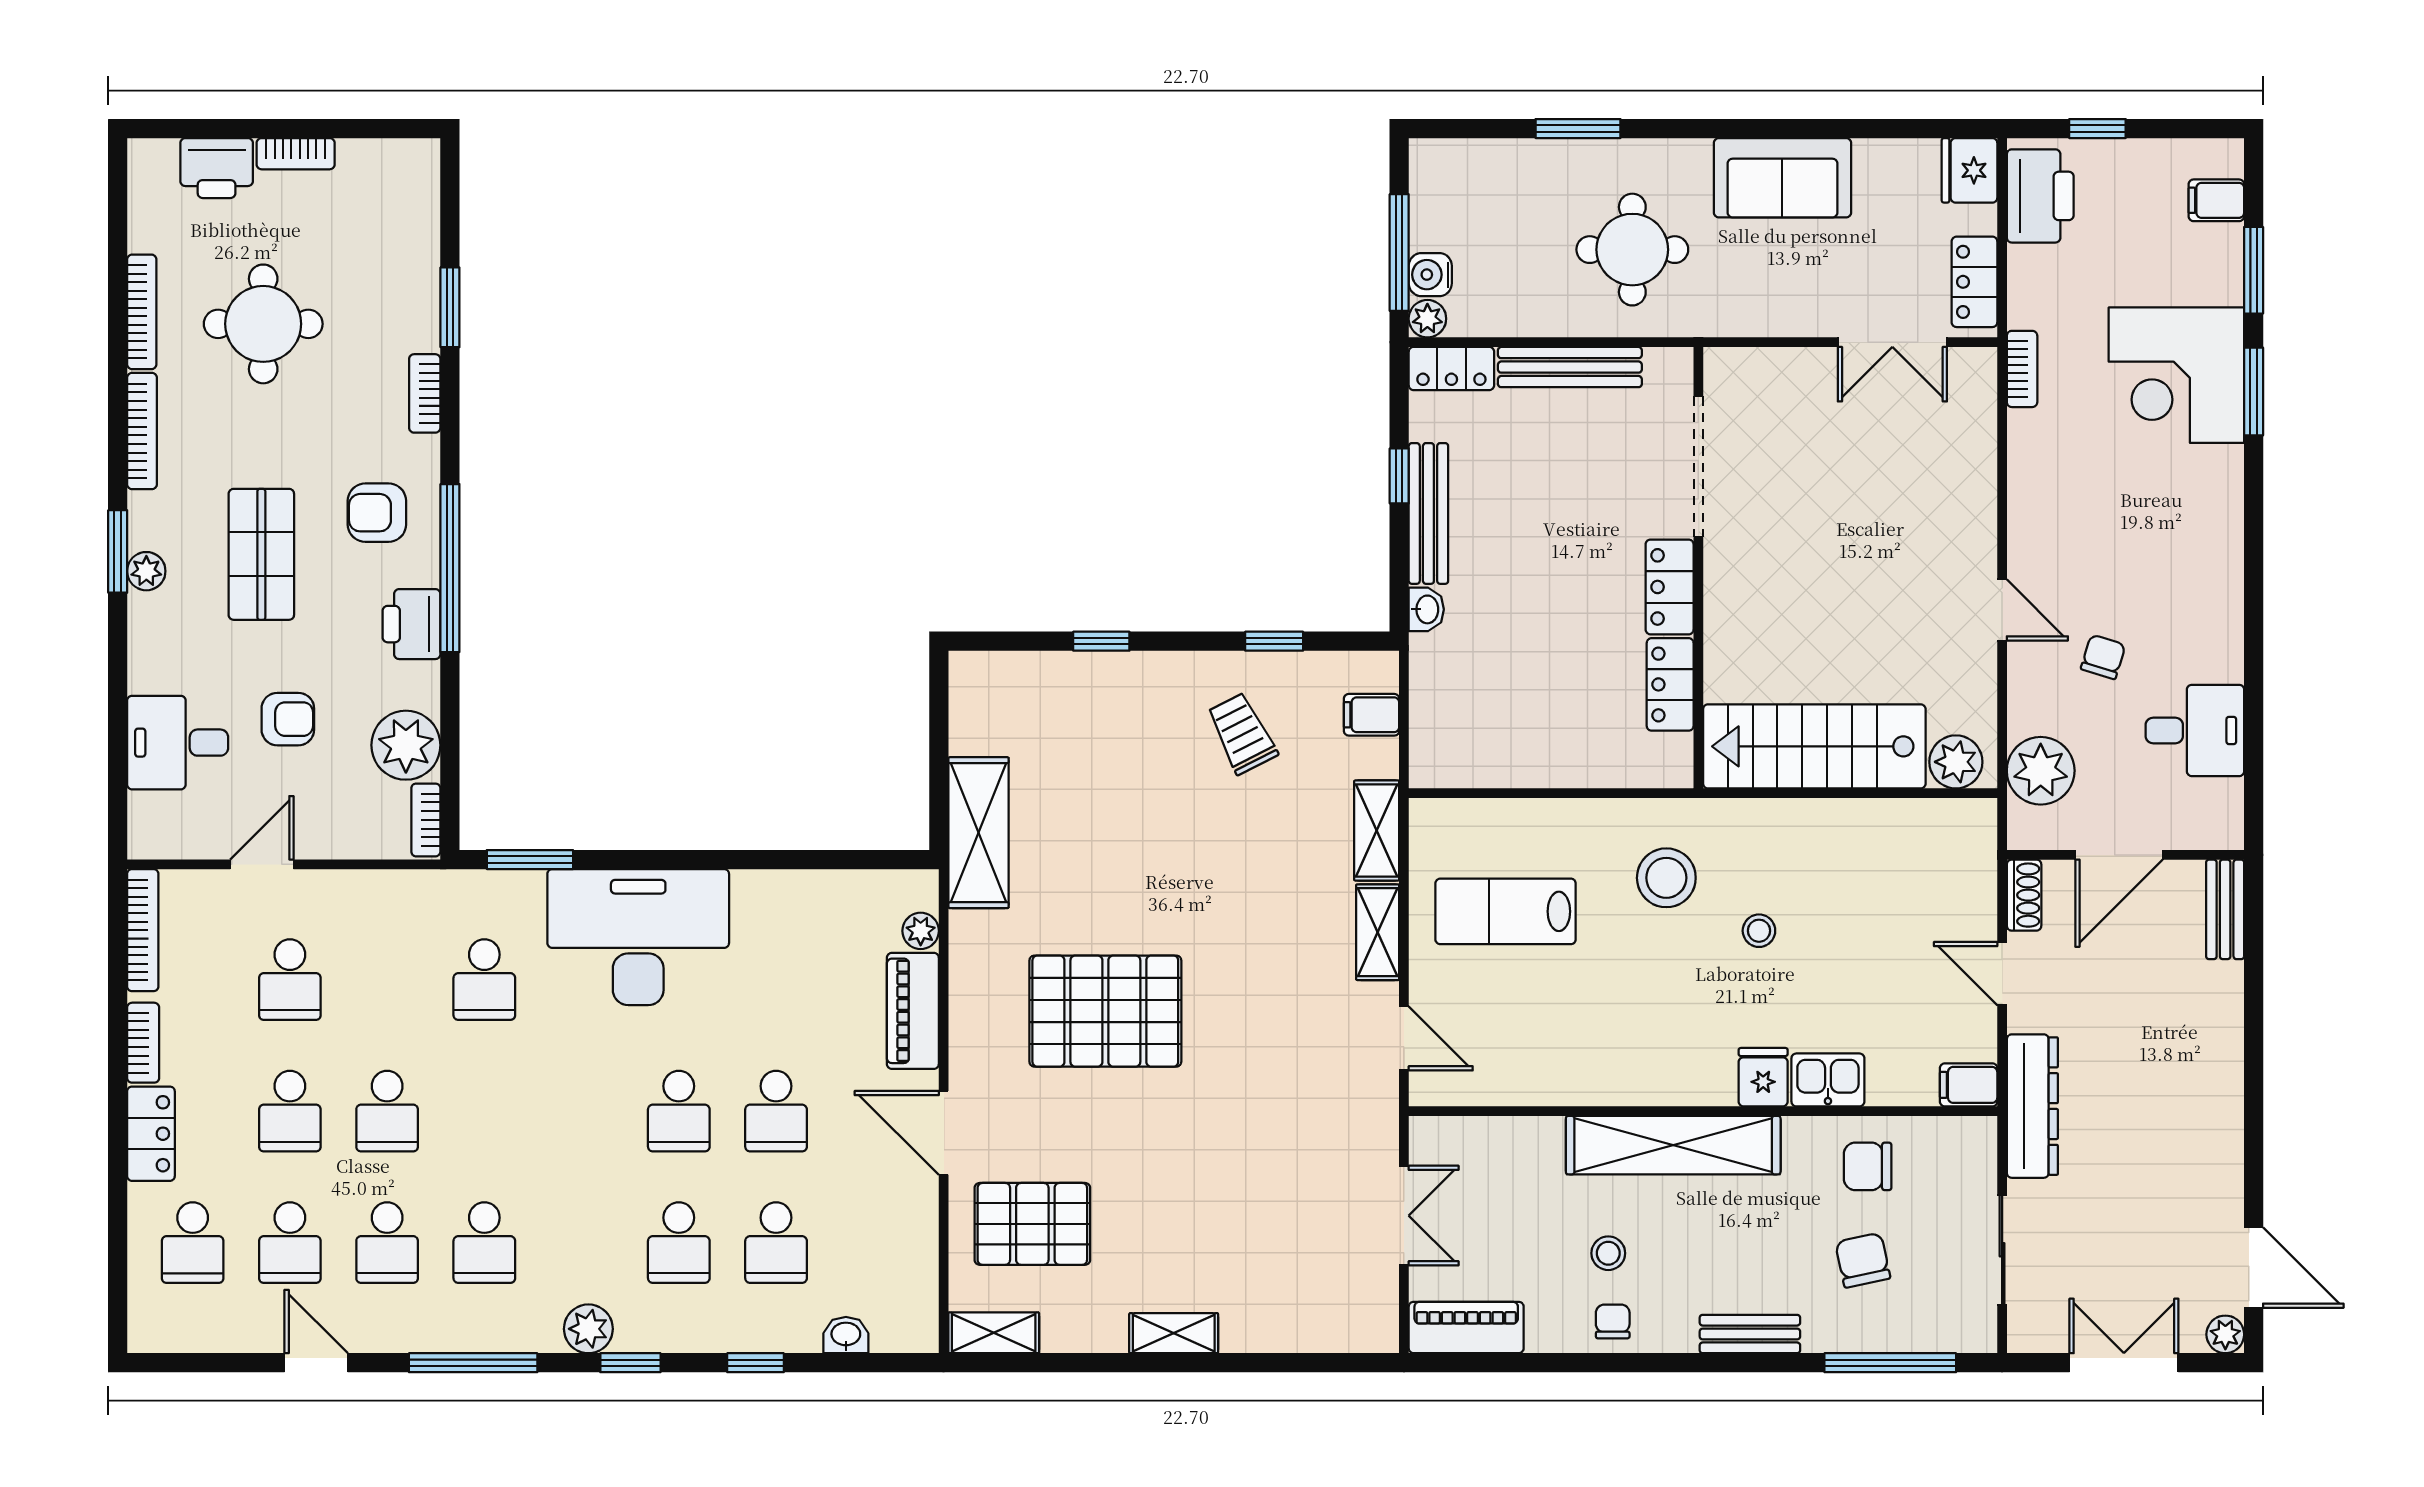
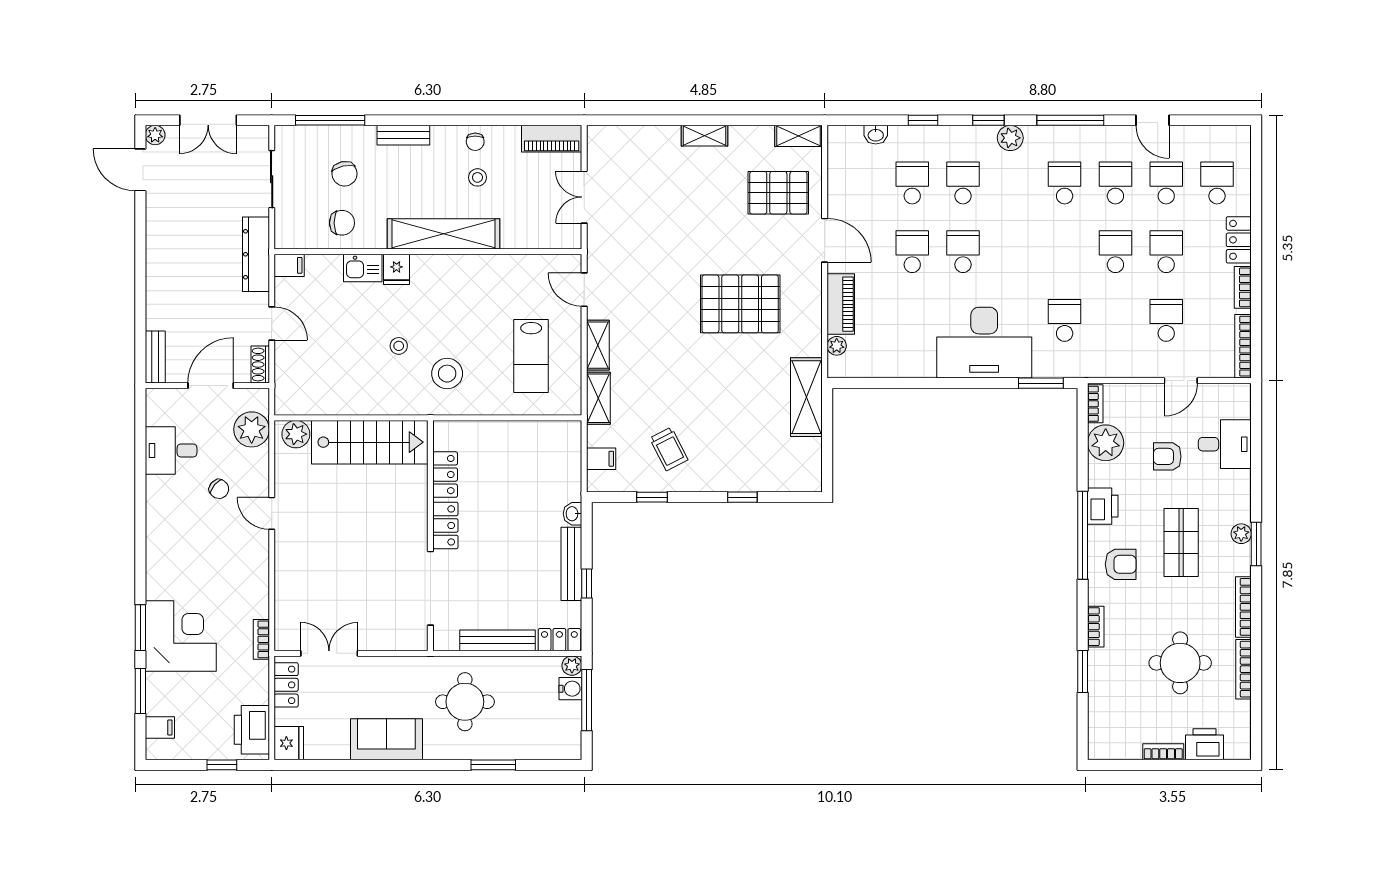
chair: (2103, 657) -> (219, 489), turned -66
lab bench: (1506, 911) -> (531, 356), turned 90

